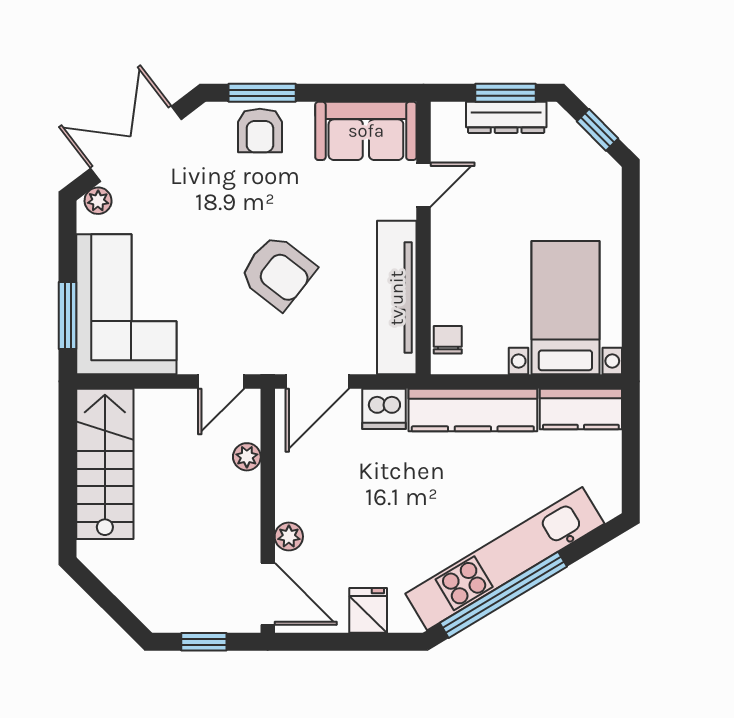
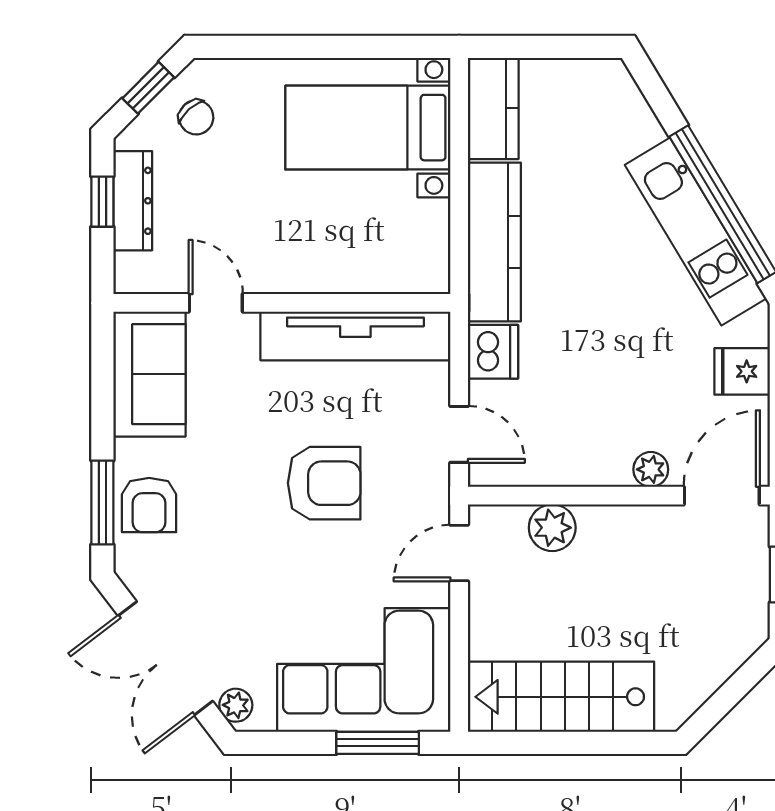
window: (506, 93) -> (102, 202), width x0.67
armchair: (260, 131) -> (149, 505), turned 90
armchair: (278, 272) -> (324, 483), turned 52
chair: (448, 340) -> (196, 117), moved, turned -132
door: (221, 381) -> (459, 553), swing flipped
door: (317, 381) -> (459, 434), width x0.73
plant: (247, 457) -> (552, 528), width x1.38, depth x1.38
kitchen unit: (505, 559) -> (696, 232), width x0.73

